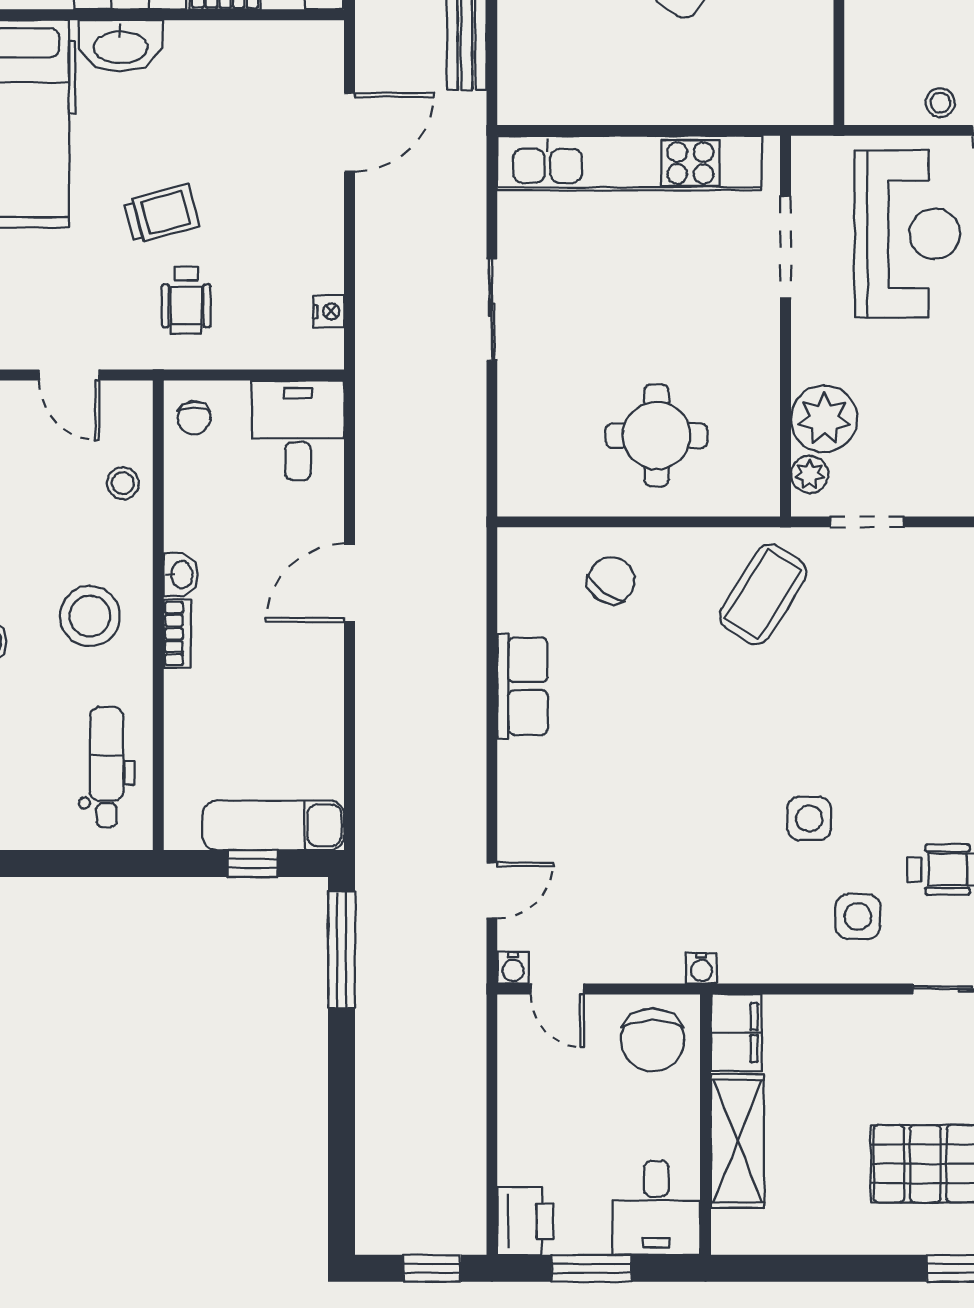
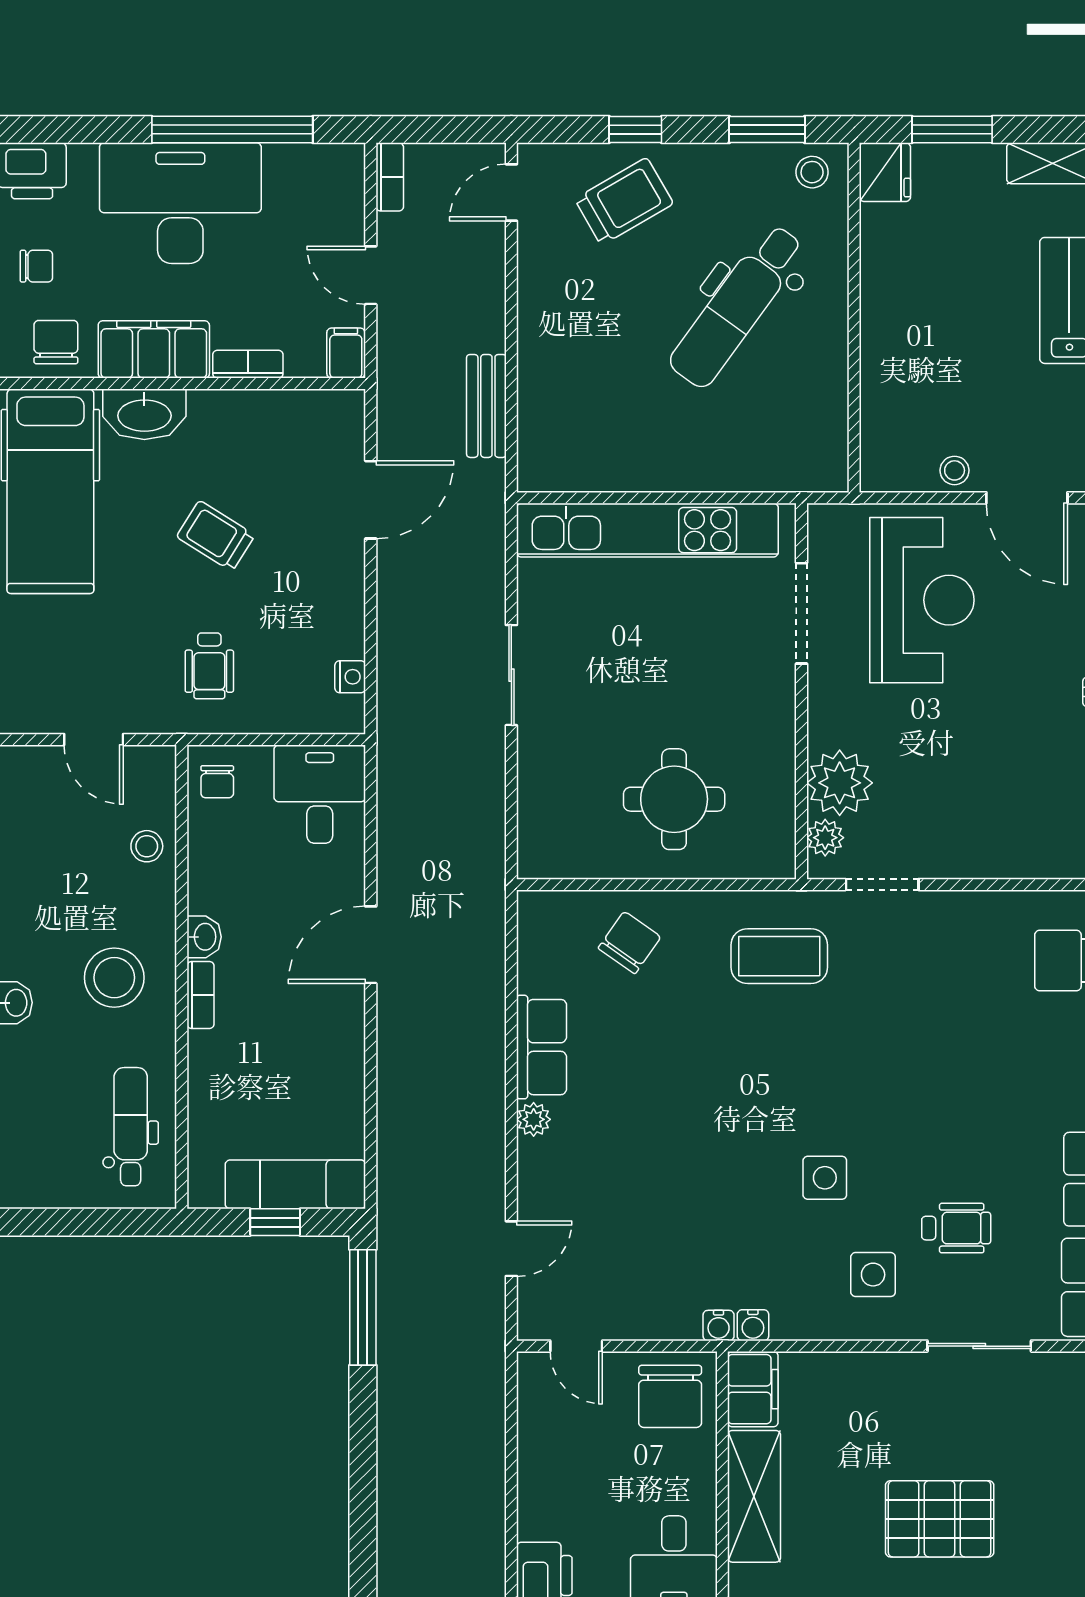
trolley: (161, 214) -> (216, 536), moved, turned -133
coffee table: (763, 594) -> (779, 956), turned 58
plant: (514, 760) -> (534, 1119), added
water cooler: (513, 968) -> (753, 1325), moved

